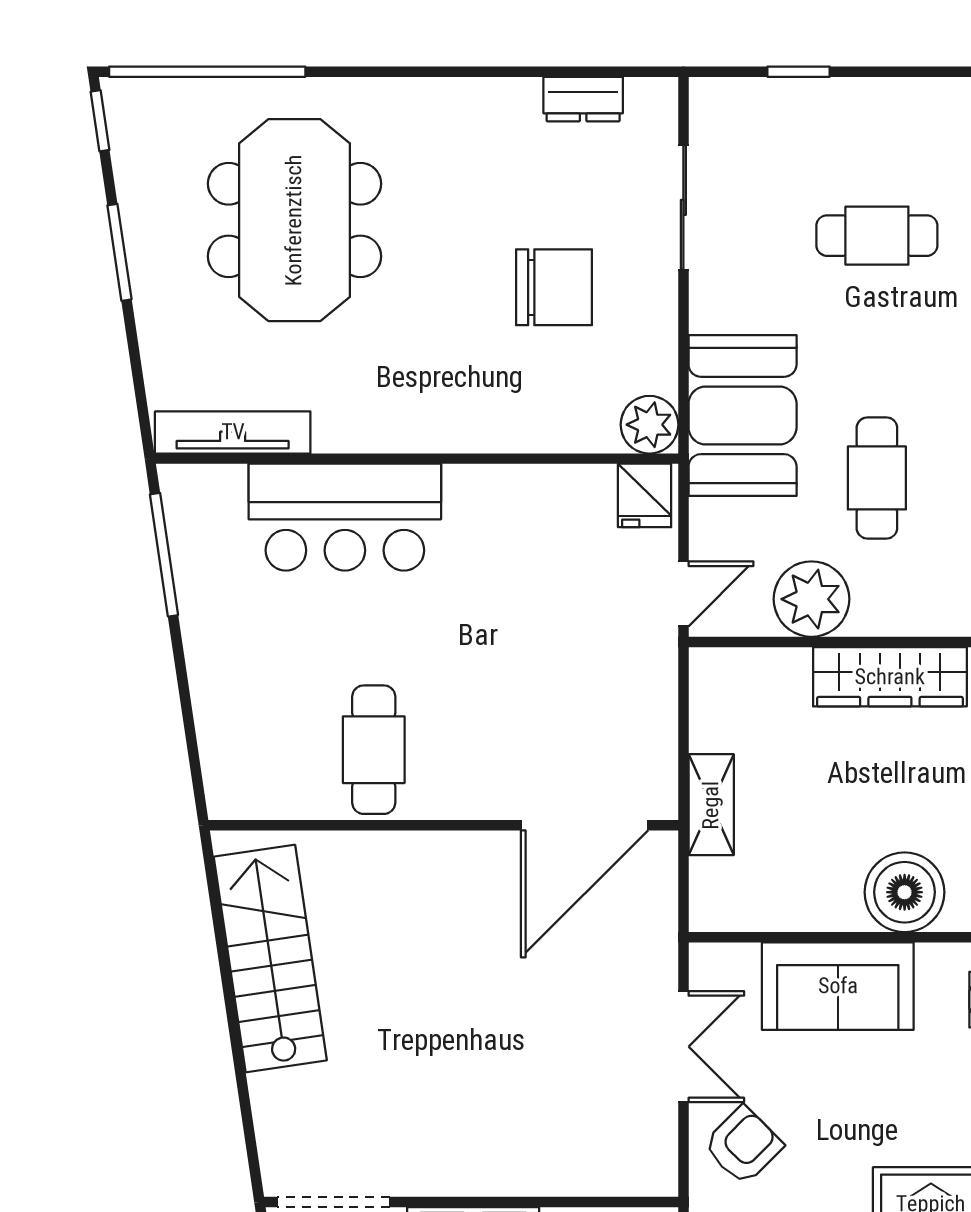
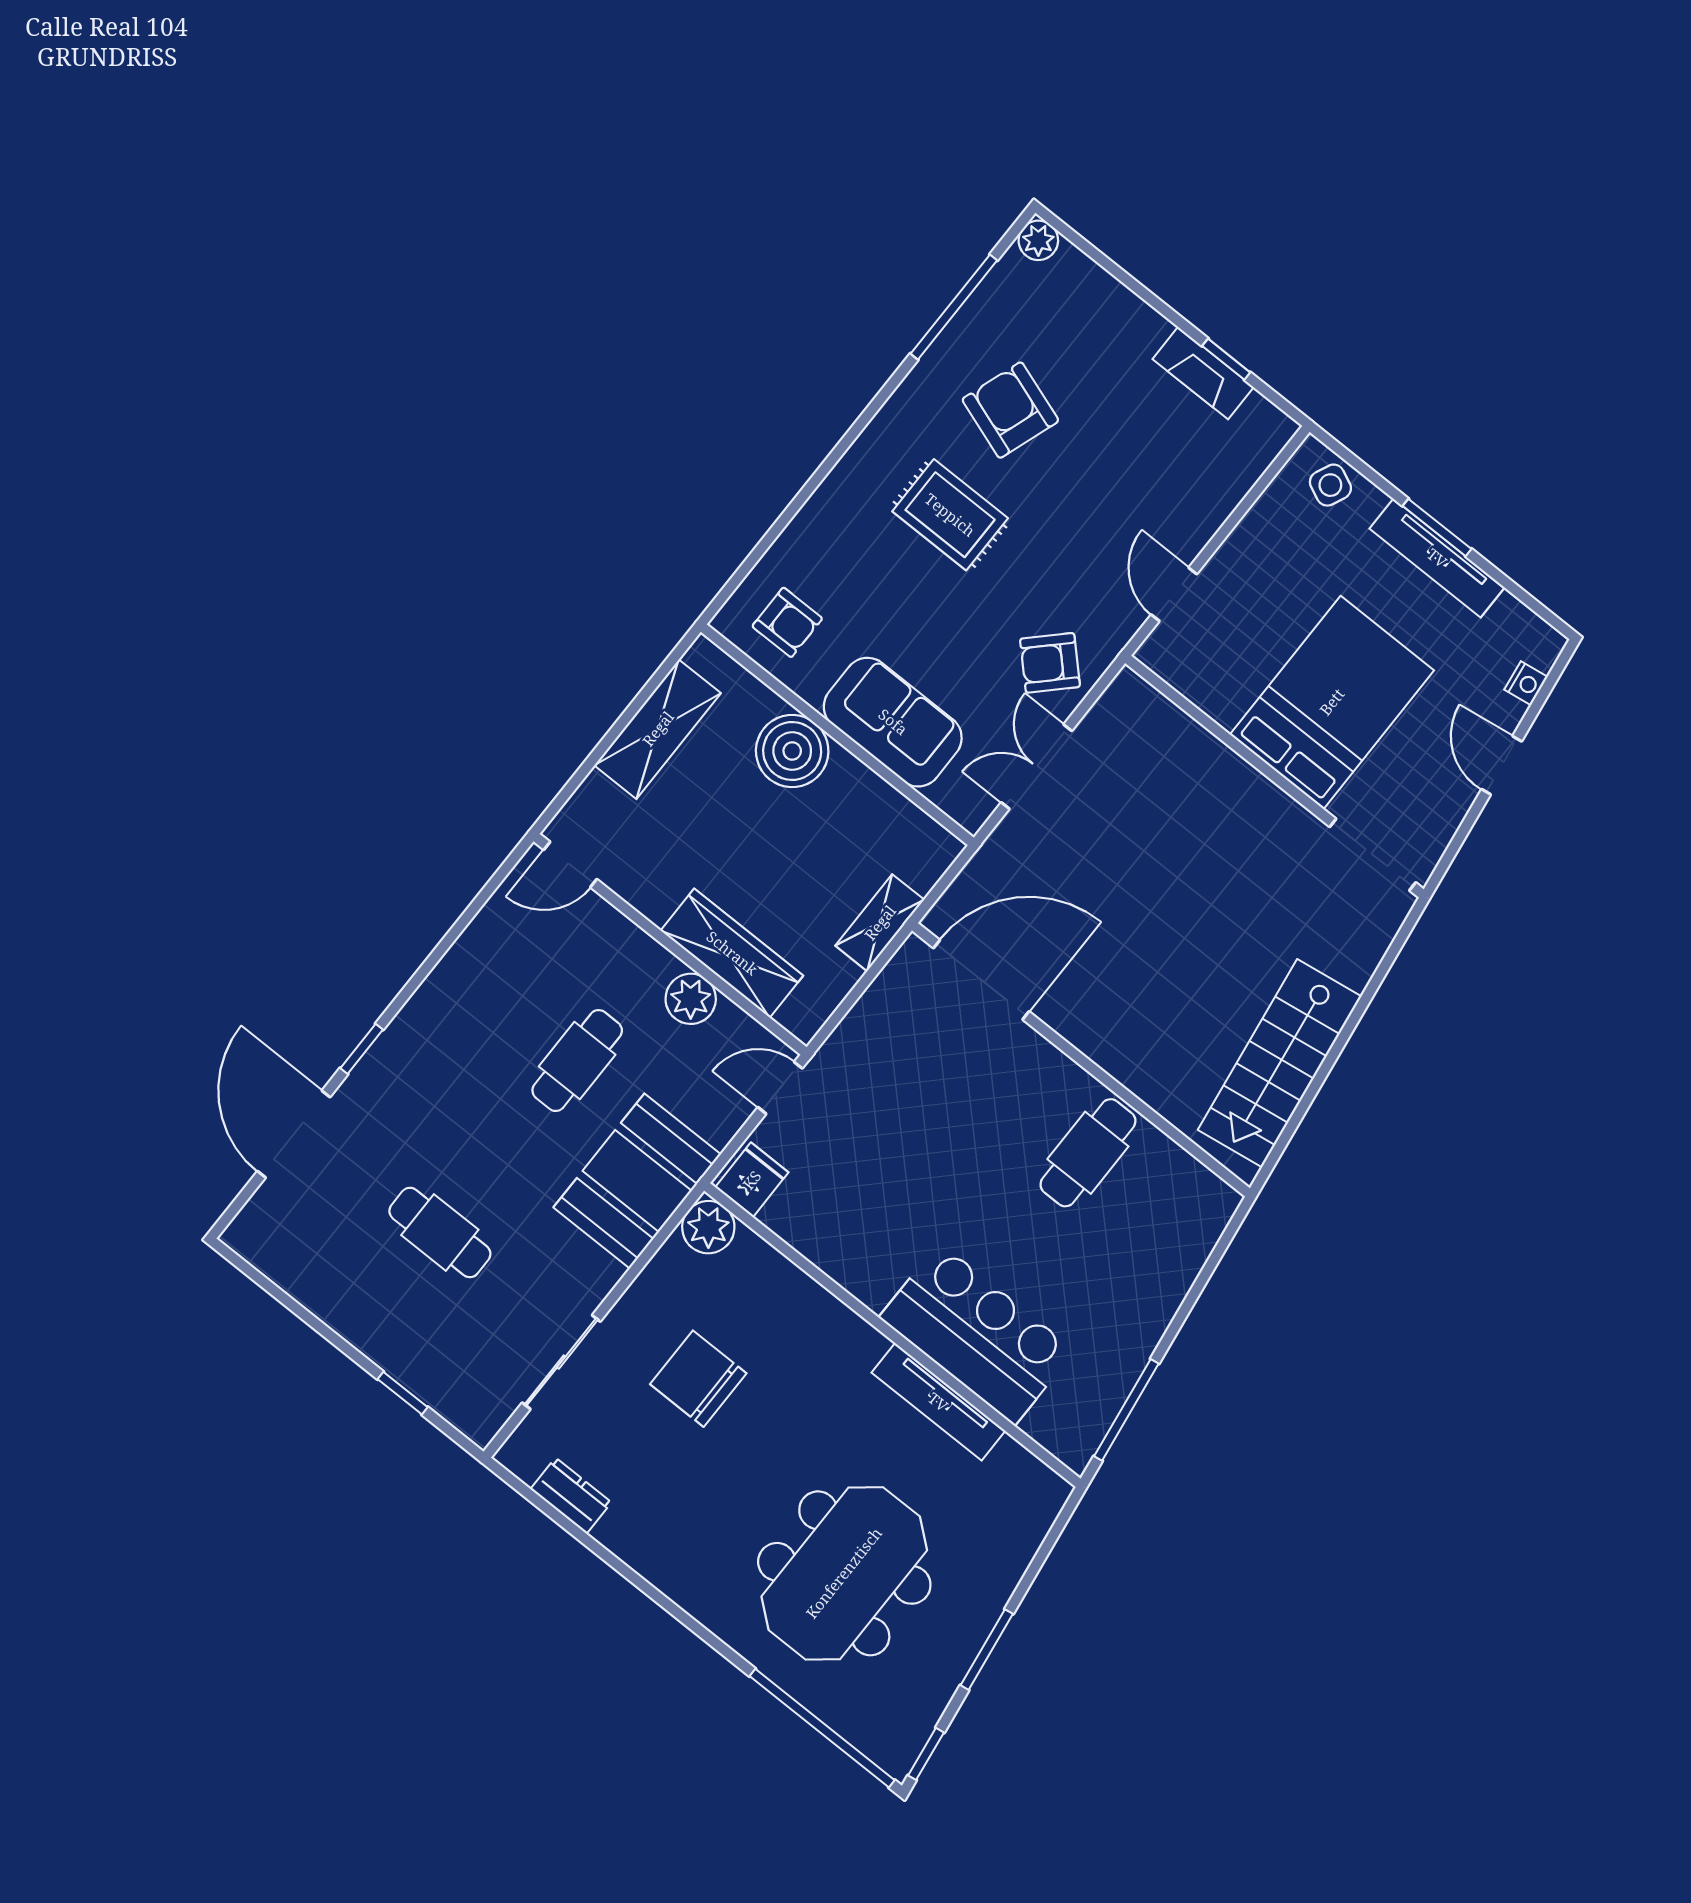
tv unit: (233, 432) -> (938, 1402), moved
plant: (811, 599) -> (691, 999), width x0.73, depth x0.73
wardrobe: (890, 677) -> (732, 953), moved

